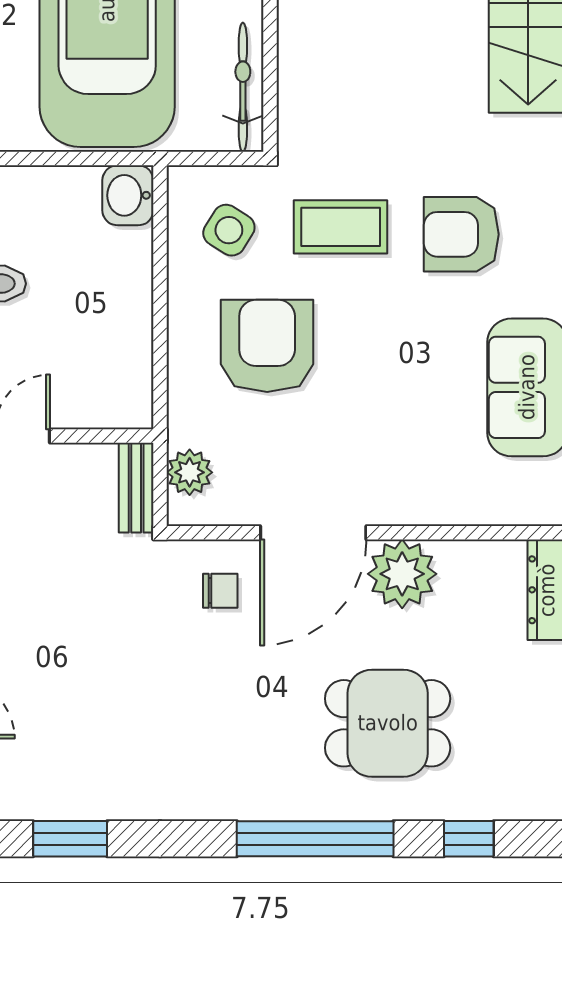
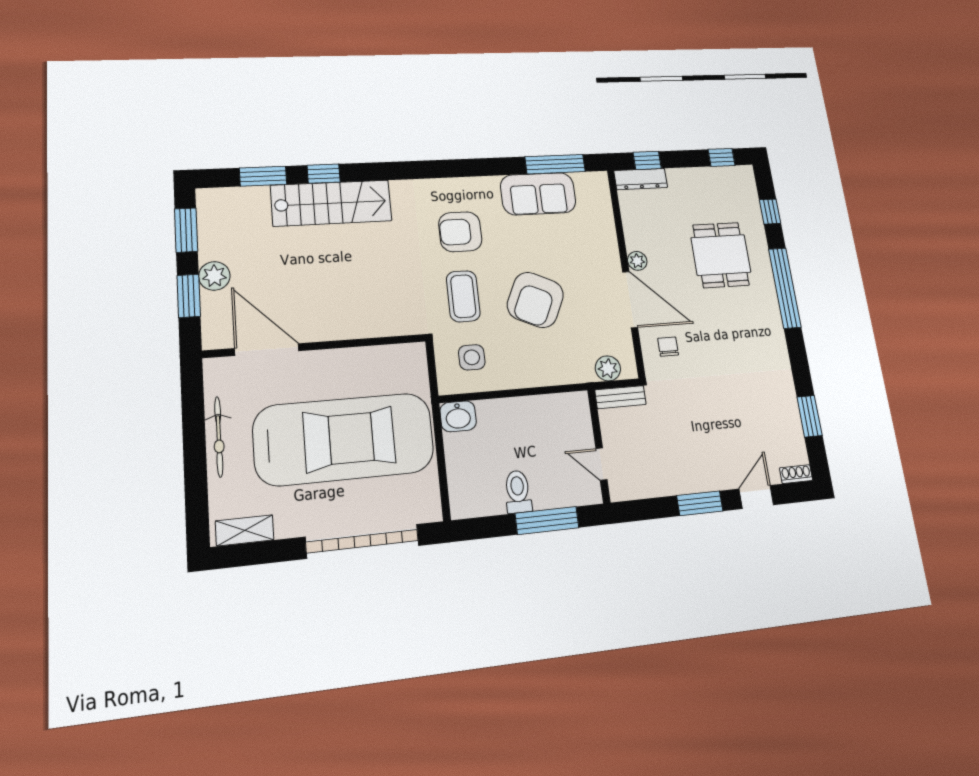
bicycle: (243, 87) -> (389, 356), removed
side table: (229, 230) -> (472, 357), turned -32
armchair: (461, 234) -> (460, 232), turned 90
armchair: (267, 346) -> (535, 300), moved, turned -65
plant: (402, 574) -> (637, 261), width x0.53, depth x0.53

